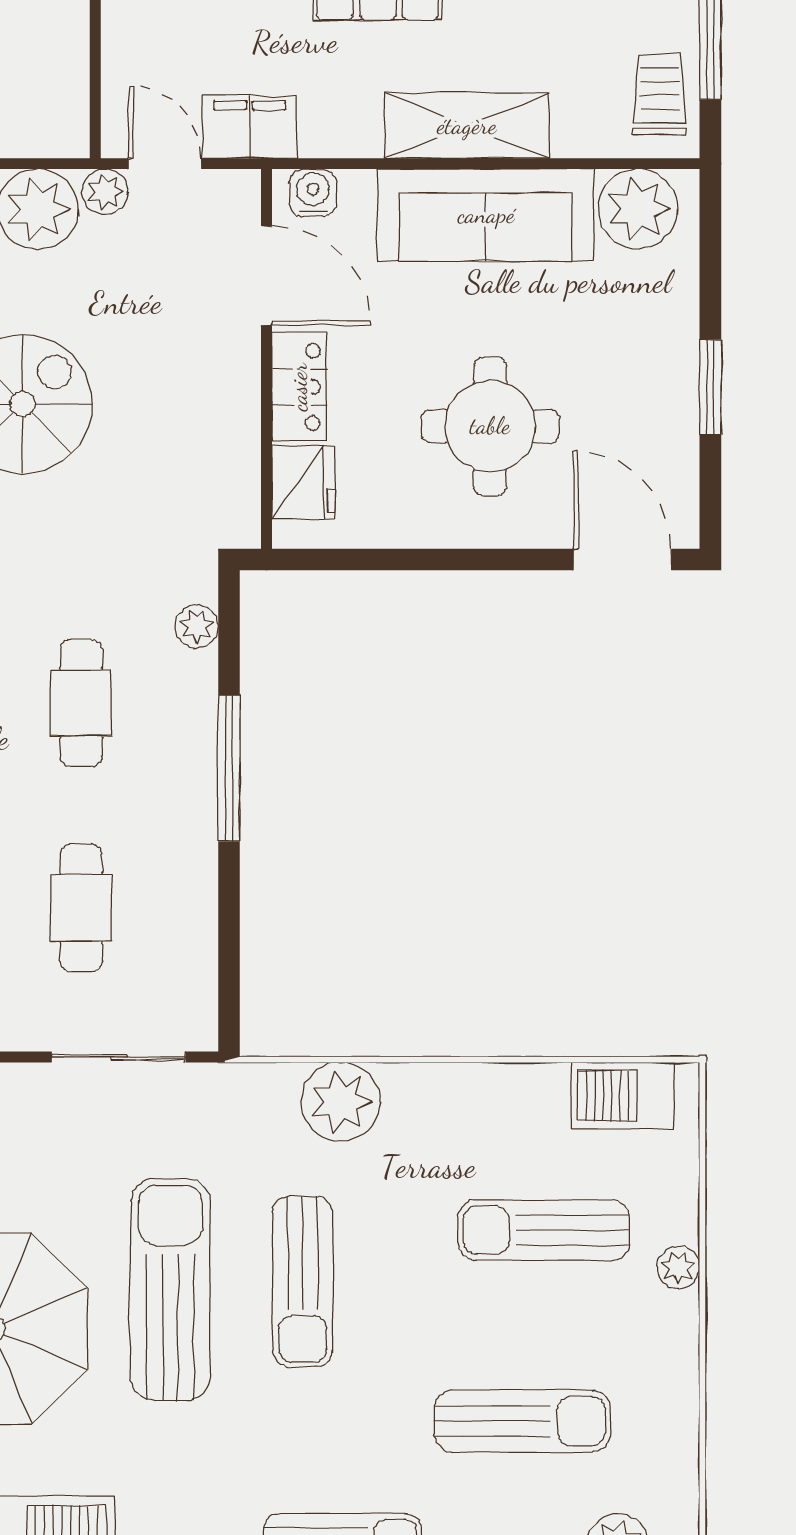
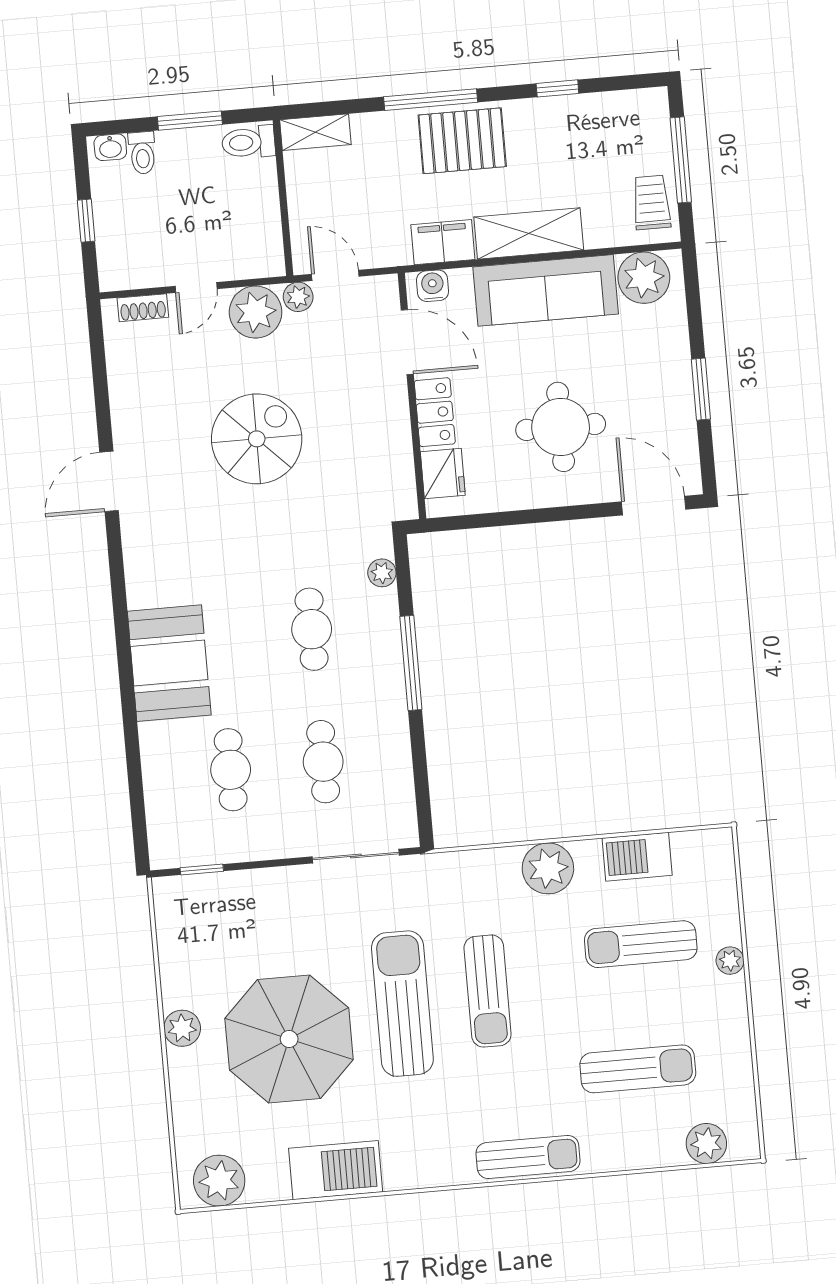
filing cabinet: (250, 127) -> (443, 242), moved
barbecue: (622, 1096) -> (637, 857), moved
plant: (341, 1102) -> (548, 868), moved

